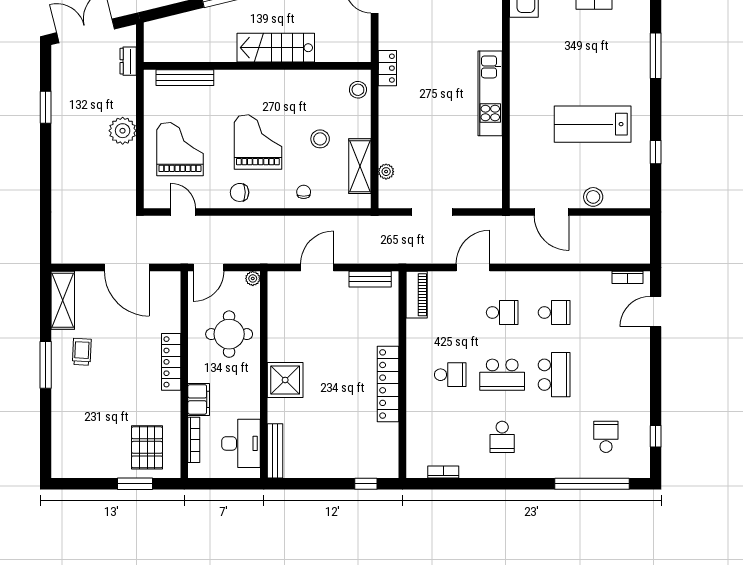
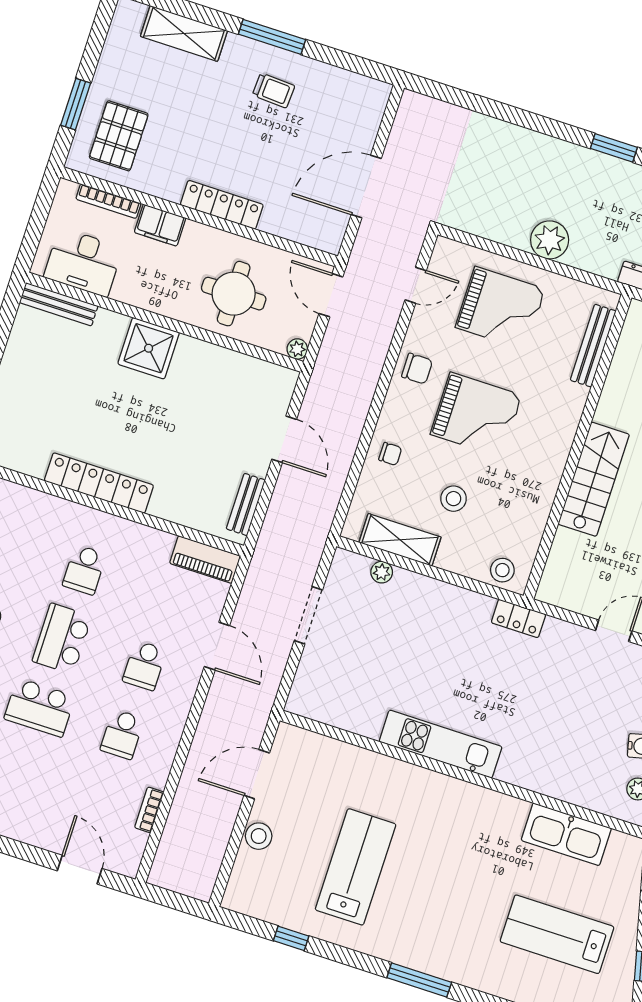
chair: (240, 192) -> (417, 369), turned 90
bookcase: (628, 277) -> (149, 810), moved
shelving: (63, 300) -> (184, 33), moved
pallet: (147, 447) -> (119, 136), turned 90

